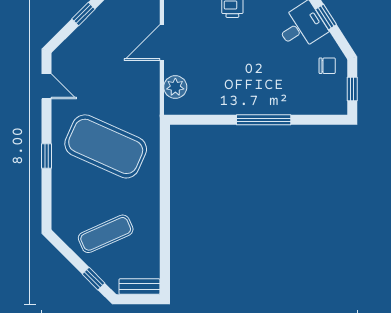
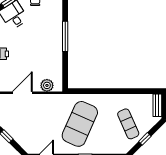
door: (162, 43) -> (22, 93), swing flipped
window: (94, 279) -> (145, 139), moved

